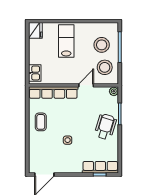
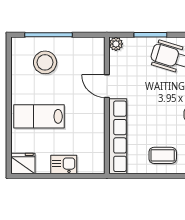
stool: (105, 67) -> (79, 58), removed
kitchen sink: (35, 73) -> (64, 164), moved

